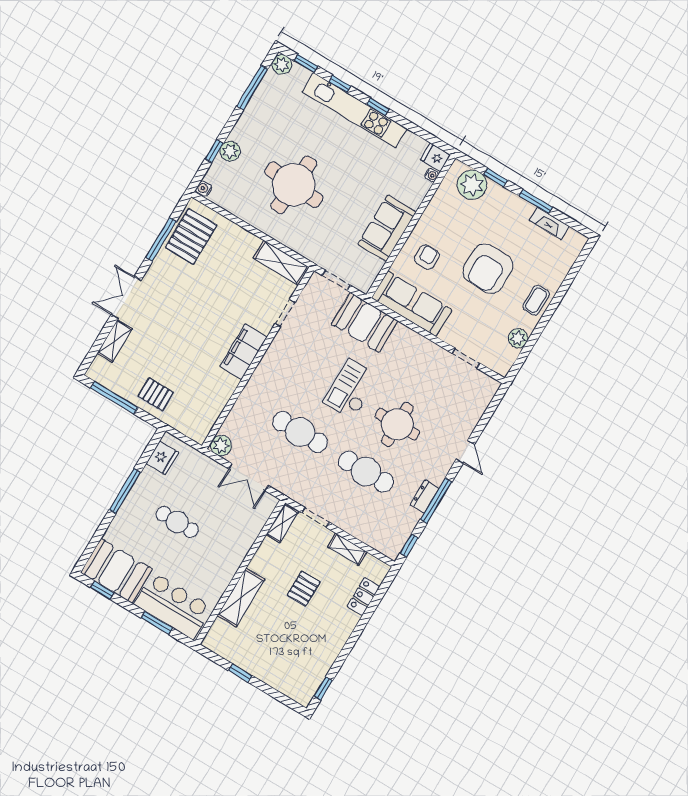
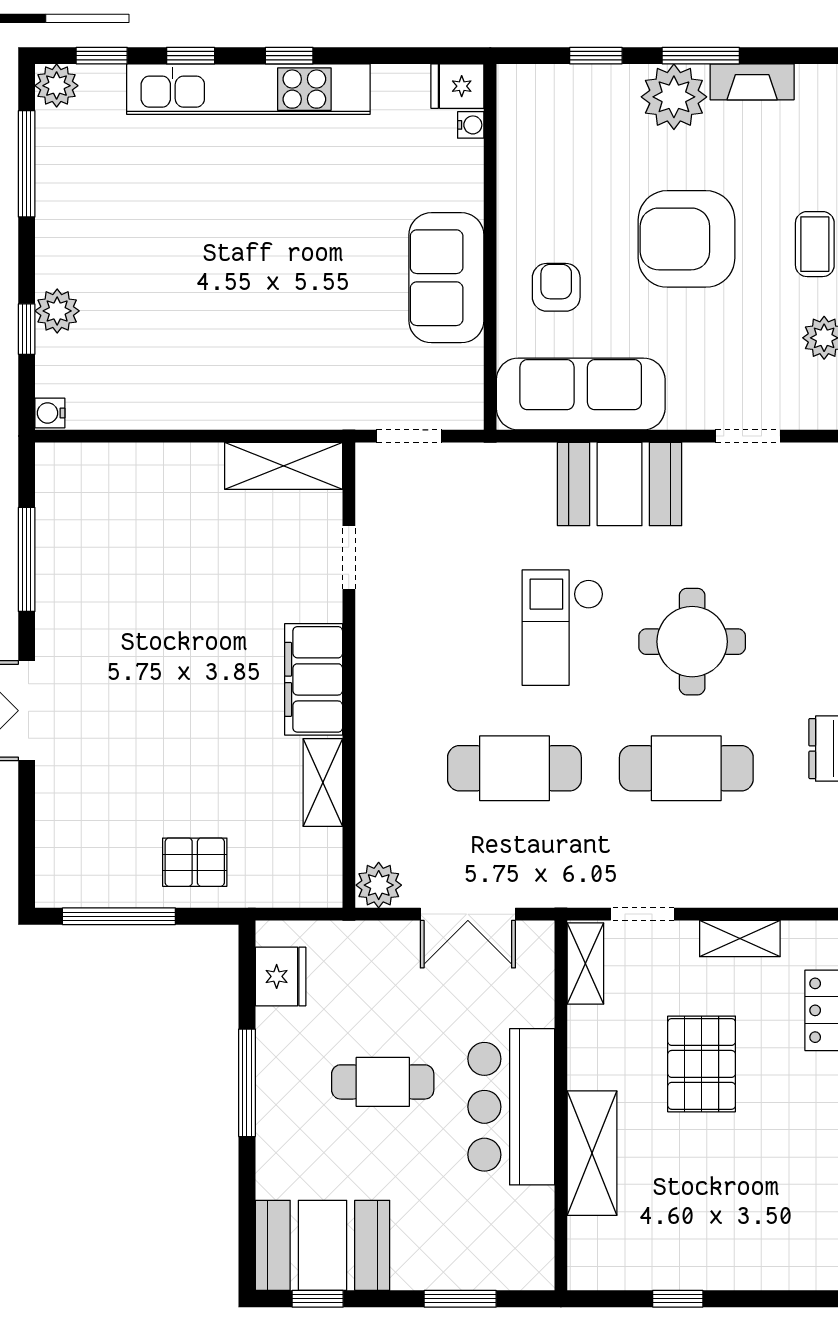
round table: (294, 185) -> (218, 302), removed
plant: (472, 185) -> (674, 97), moved
pallet: (191, 236) -> (81, 519), removed
armchair: (488, 269) -> (687, 239), turned 90
booth: (365, 322) -> (620, 484), moved
shelving: (115, 341) -> (323, 782), moved
pallet: (304, 589) -> (702, 1064), width x1.50, depth x1.42
bar counter: (173, 606) -> (511, 1107), moved, turned -90

